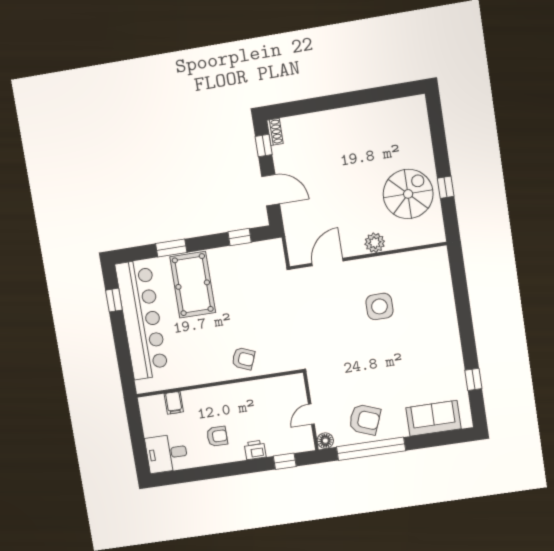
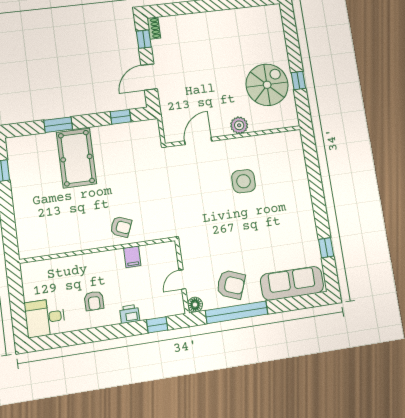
door: (271, 190) -> (149, 77), swing flipped
bar counter: (142, 320) -> (27, 189), removed
filing cabinet: (174, 403) -> (132, 257), moved
sofa: (433, 418) -> (292, 283), width x1.36
armchair: (217, 436) -> (94, 301), turned 90

